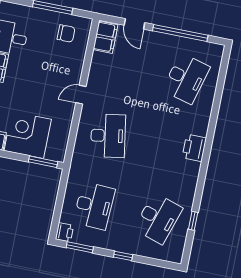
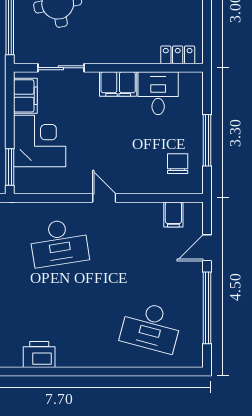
chair: (66, 33) -> (178, 164), turned 180
filing cabinet: (105, 37) -> (173, 214), width x0.50
printer: (194, 148) -> (39, 355), moved

